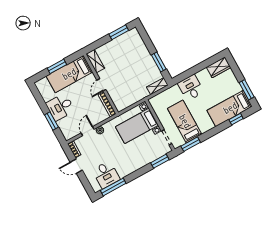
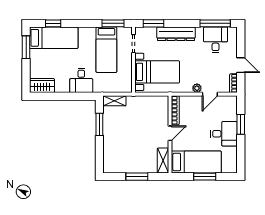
window: (119, 32) -> (137, 177), moved
dresser: (139, 163) -> (176, 34), added

